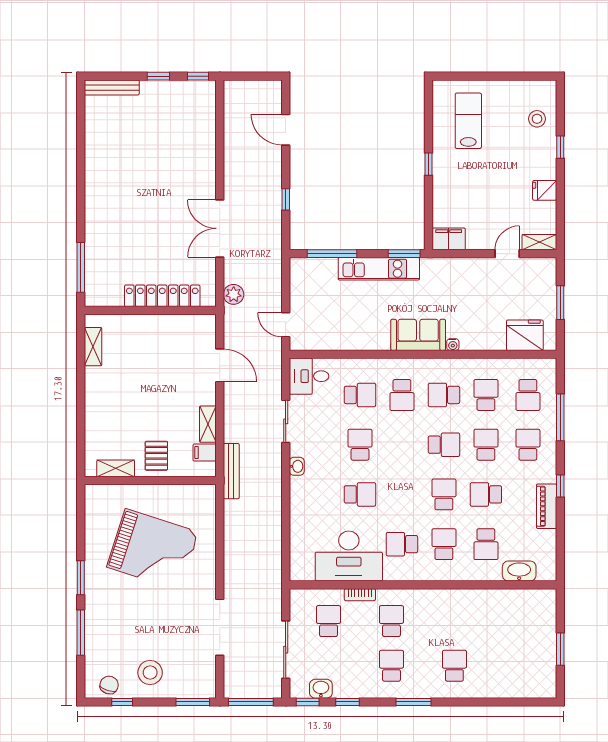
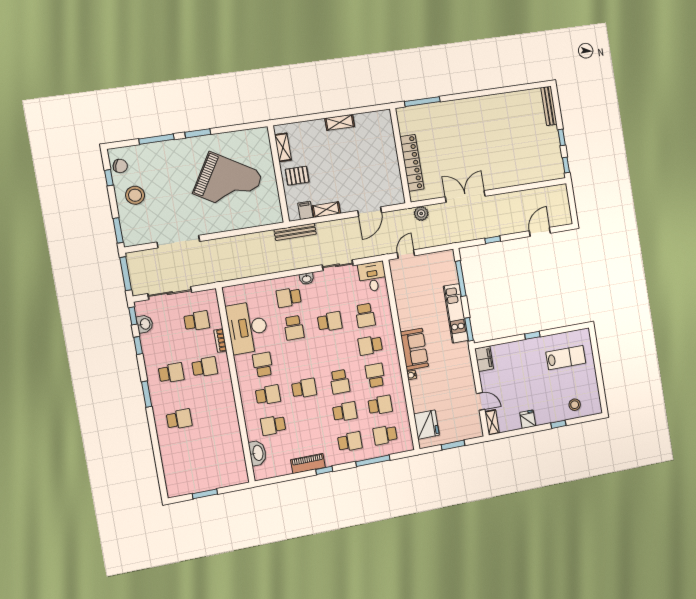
shelving: (93, 347) -> (340, 122), moved
school desk: (486, 494) -> (289, 297), moved, turned -90
grand piano: (153, 550) -> (228, 183), turned -77

